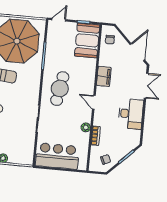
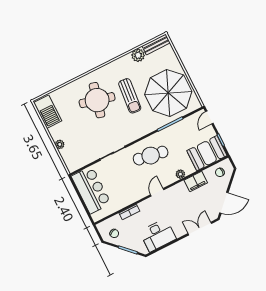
door: (59, 20) -> (209, 117), swing flipped
filing cabinet: (104, 76) -> (196, 181), moved
double door: (146, 86) -> (200, 229), swing flipped
desk: (131, 114) -> (158, 235), moved
plant: (86, 127) -> (180, 174), moved

